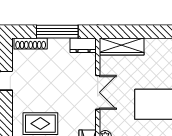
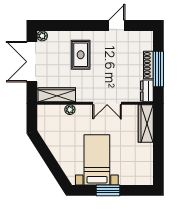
shoe rack: (31, 43) -> (148, 65), moved

